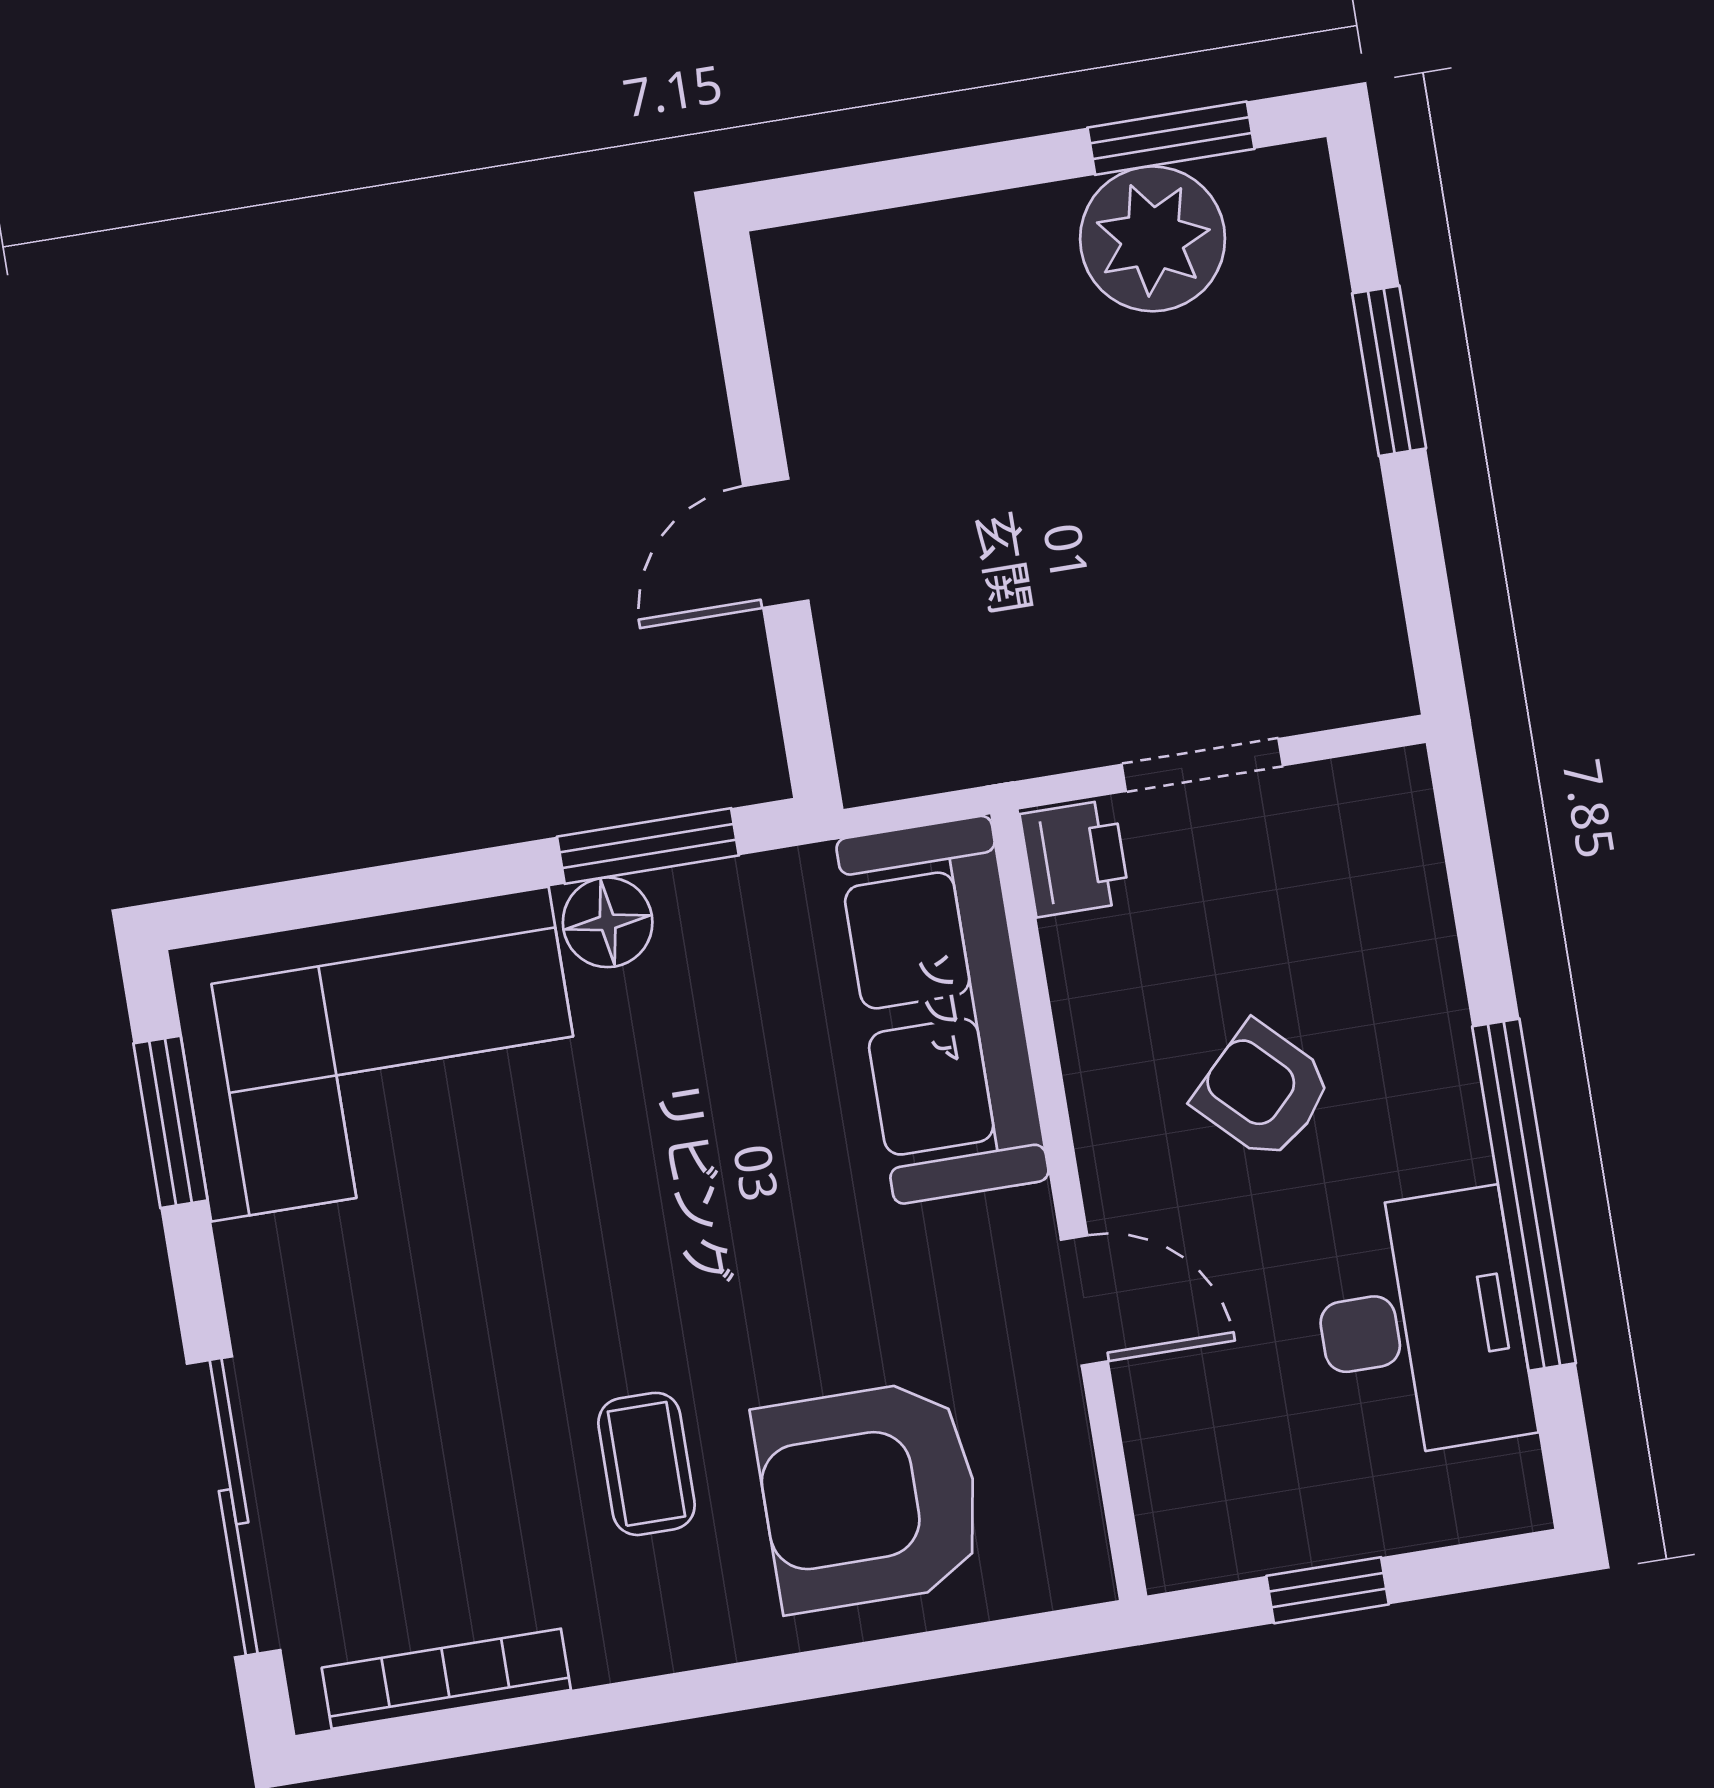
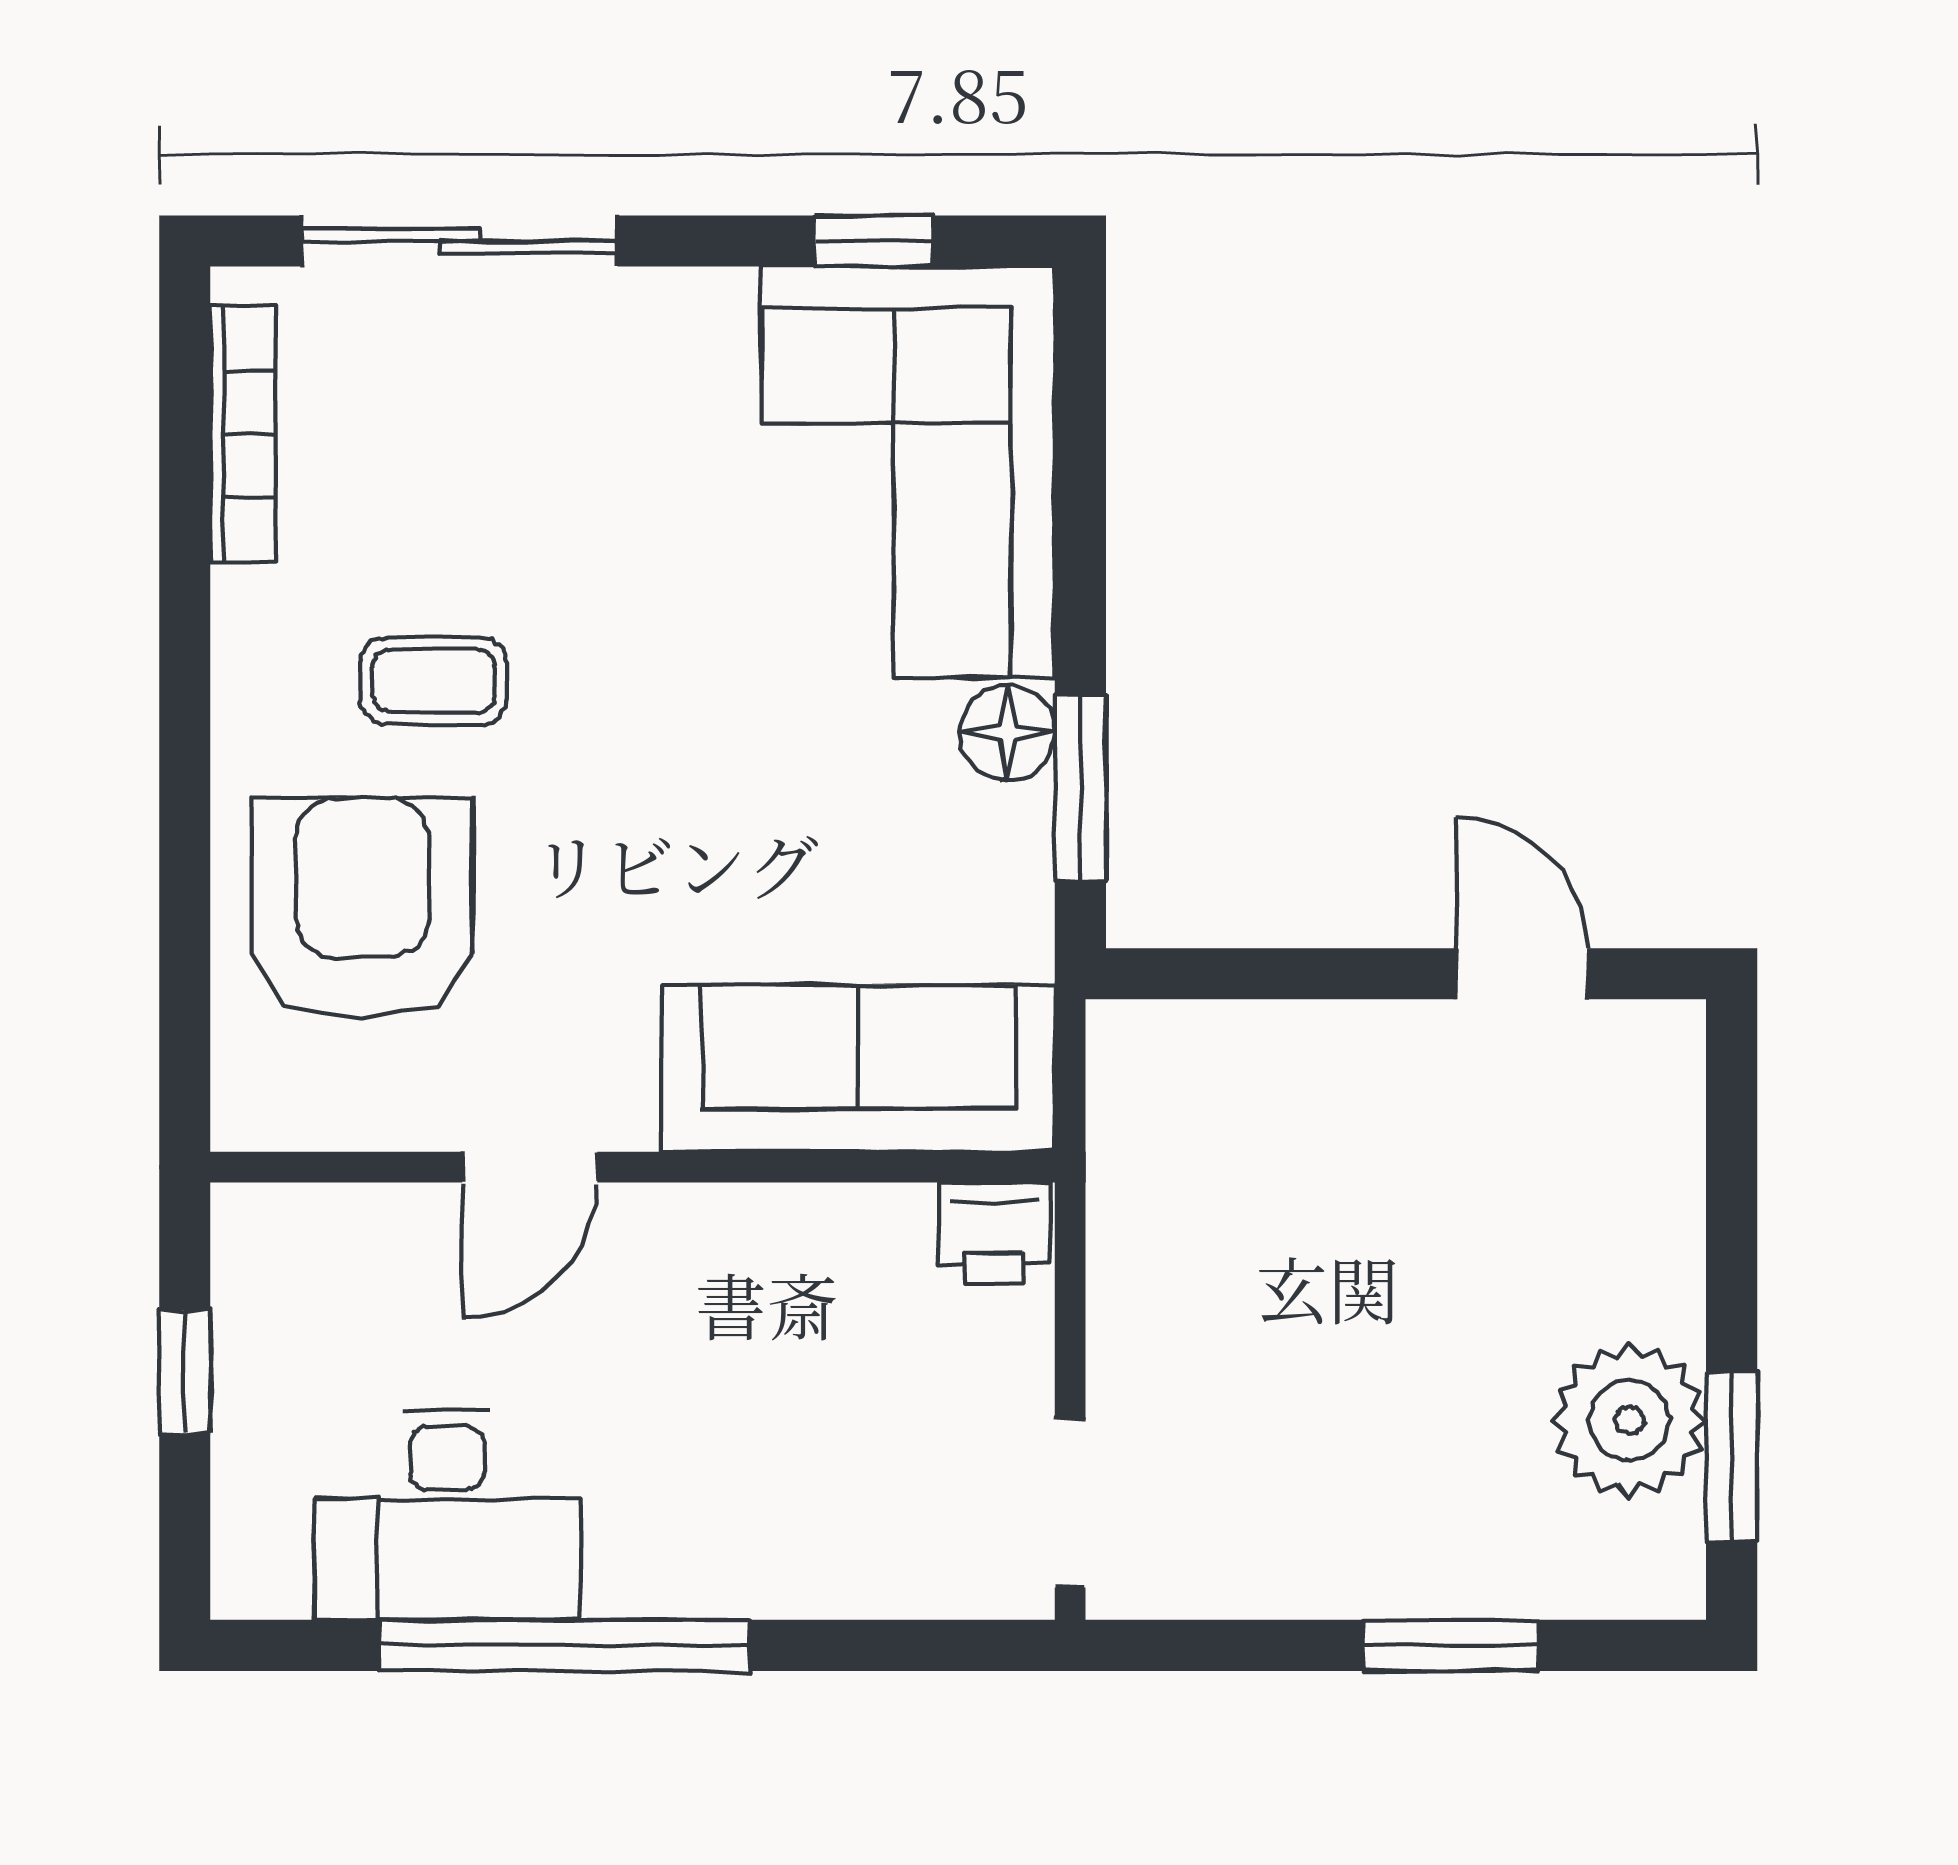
door: (776, 543) -> (1522, 974), moved
doorway: (1202, 765) -> (1070, 1503), moved
armchair: (1263, 1091) -> (718, 1390), removed
window: (171, 1122) -> (873, 241), width x0.67

